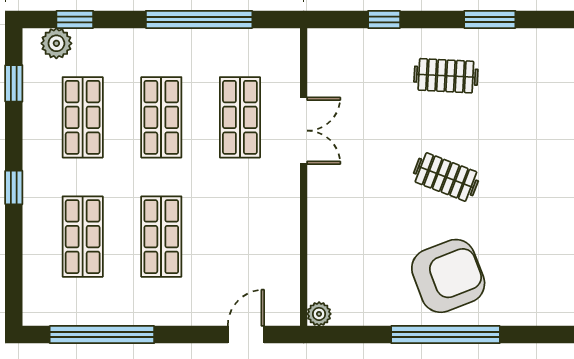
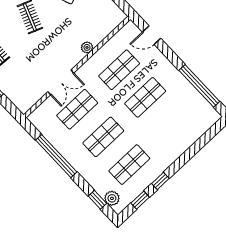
double door: (304, 131) -> (61, 82), swing flipped
window: (14, 188) -> (160, 181), moved
shop shelf: (83, 237) -> (119, 70), moved
plant: (319, 314) -> (87, 47), moved

